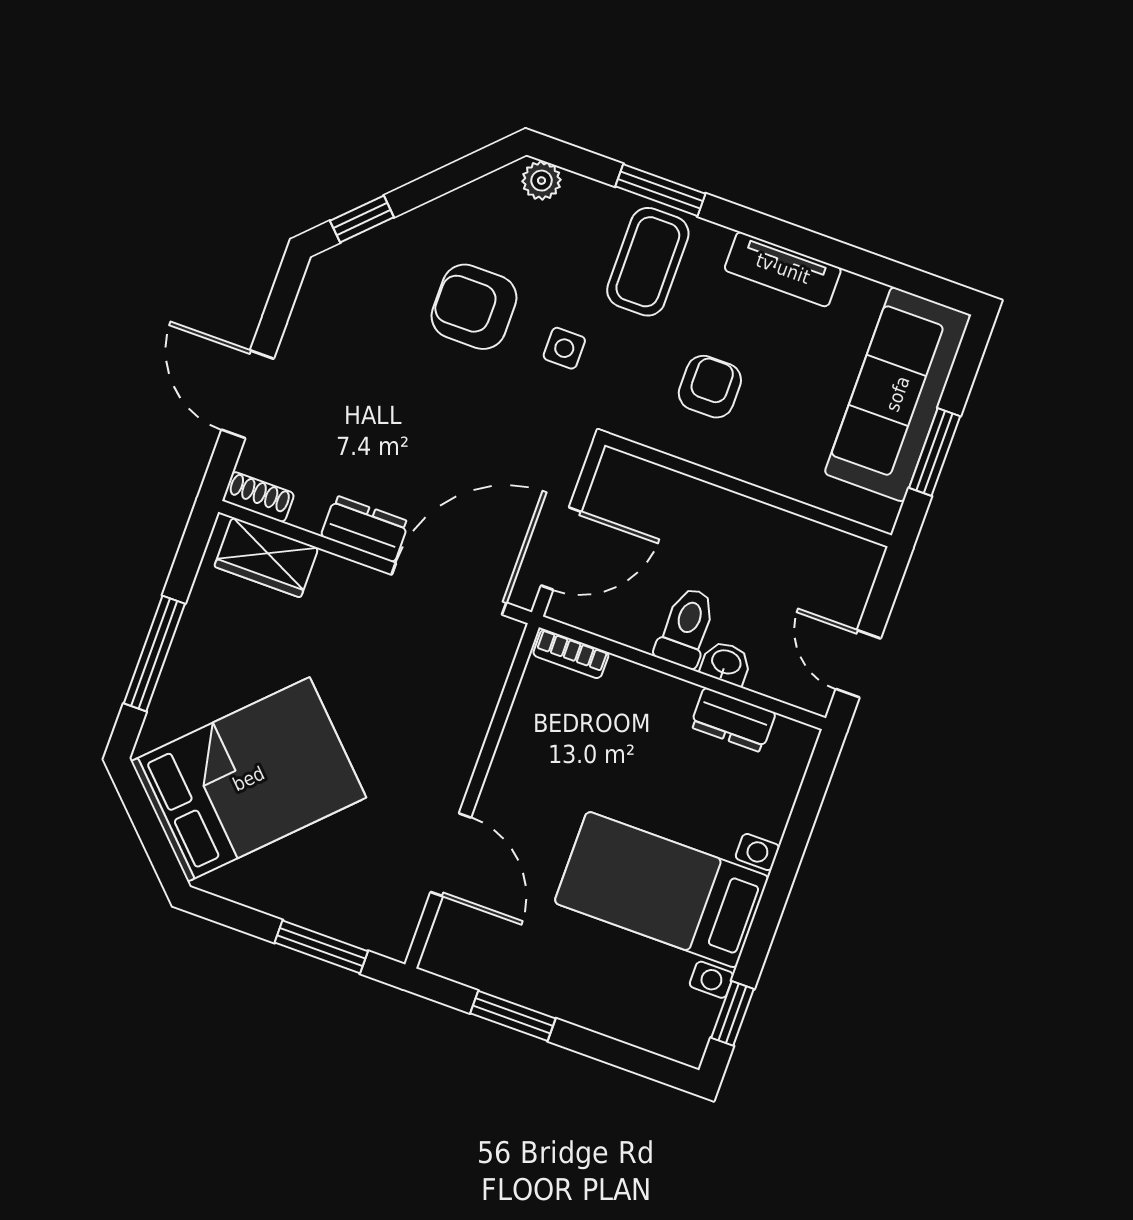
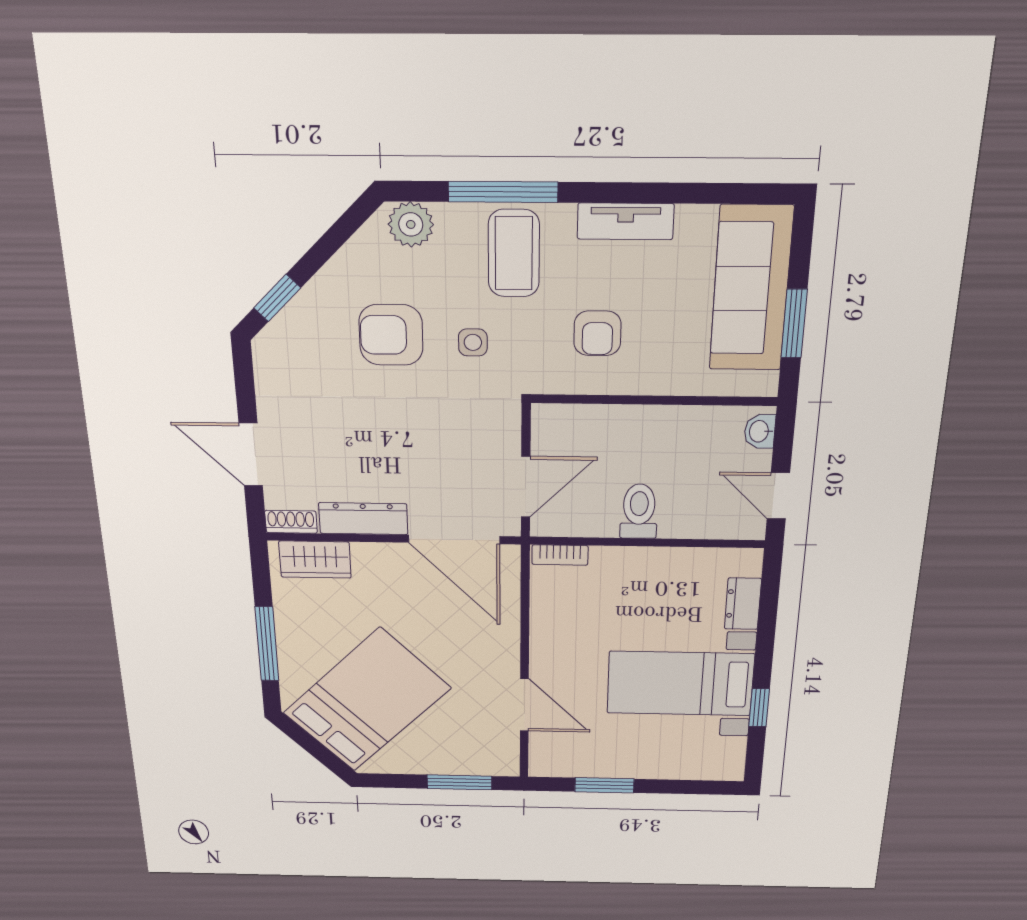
plant: (541, 181) -> (411, 224), width x1.38, depth x1.38
window: (660, 190) -> (503, 192), width x1.44
armchair: (710, 387) -> (597, 333), turned 180
dresser: (365, 529) -> (363, 519), width x1.44
door: (449, 589) -> (454, 539), swing flipped
washbasin: (726, 663) -> (760, 431), moved, turned -90
dresser: (733, 720) -> (743, 604), moved, turned 90
window: (732, 1013) -> (759, 708), moved

